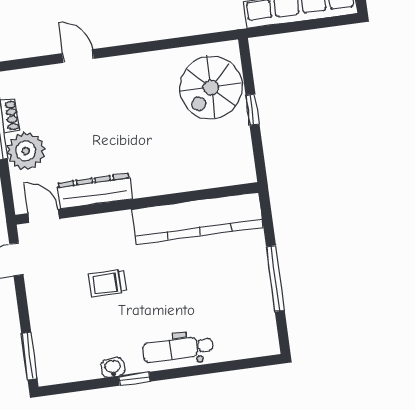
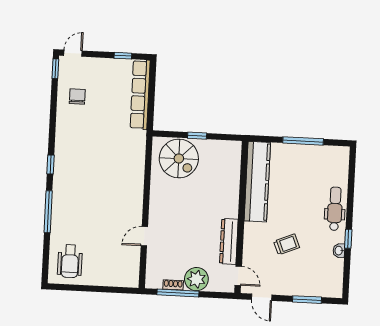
door: (43, 216) -> (238, 276), swing flipped
trolley: (107, 283) -> (287, 244), turned -113
dental chair: (178, 349) -> (335, 209), turned 180
window: (29, 356) -> (307, 300), moved

